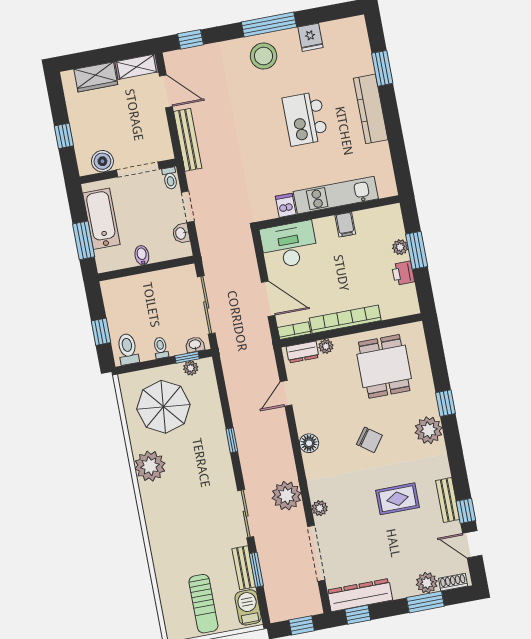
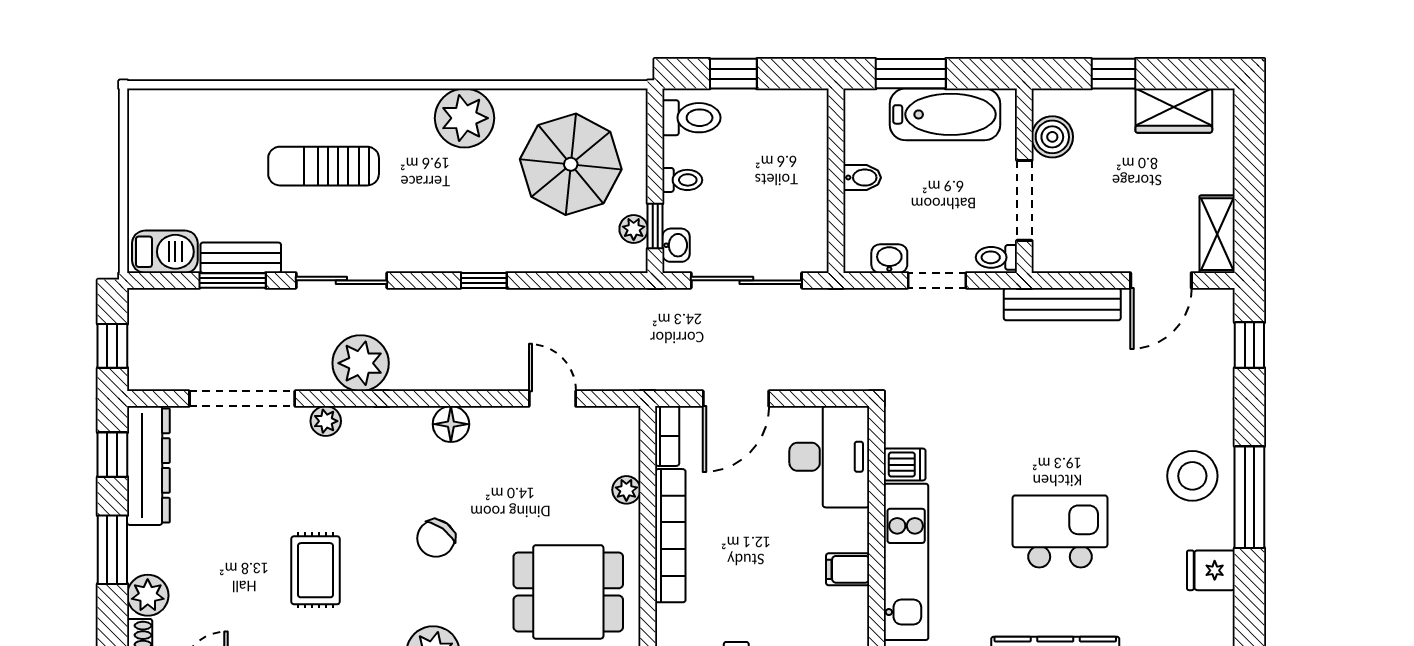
wardrobe: (96, 77) -> (1174, 111), moved, turned -90
dresser: (303, 352) -> (624, 444), removed
window: (425, 602) -> (112, 550), moved
sun lounger: (203, 604) -> (324, 166), moved

